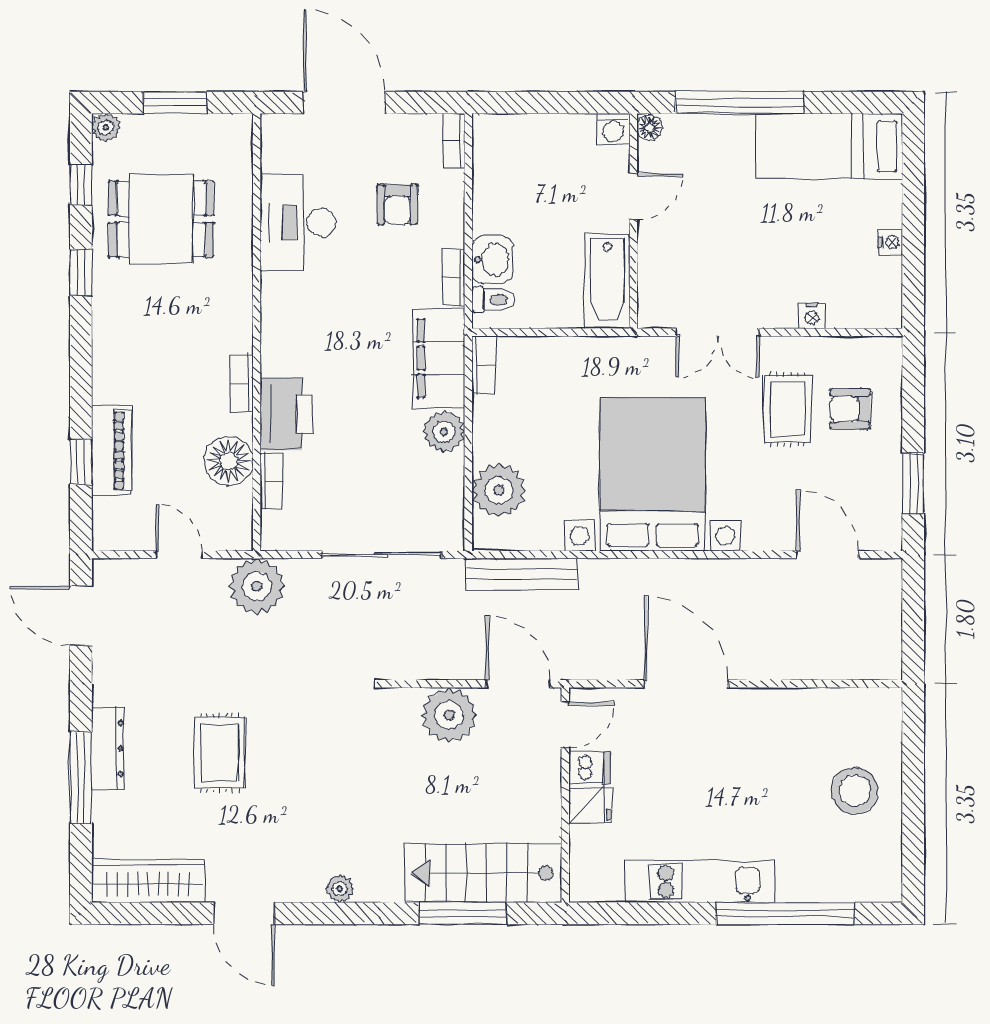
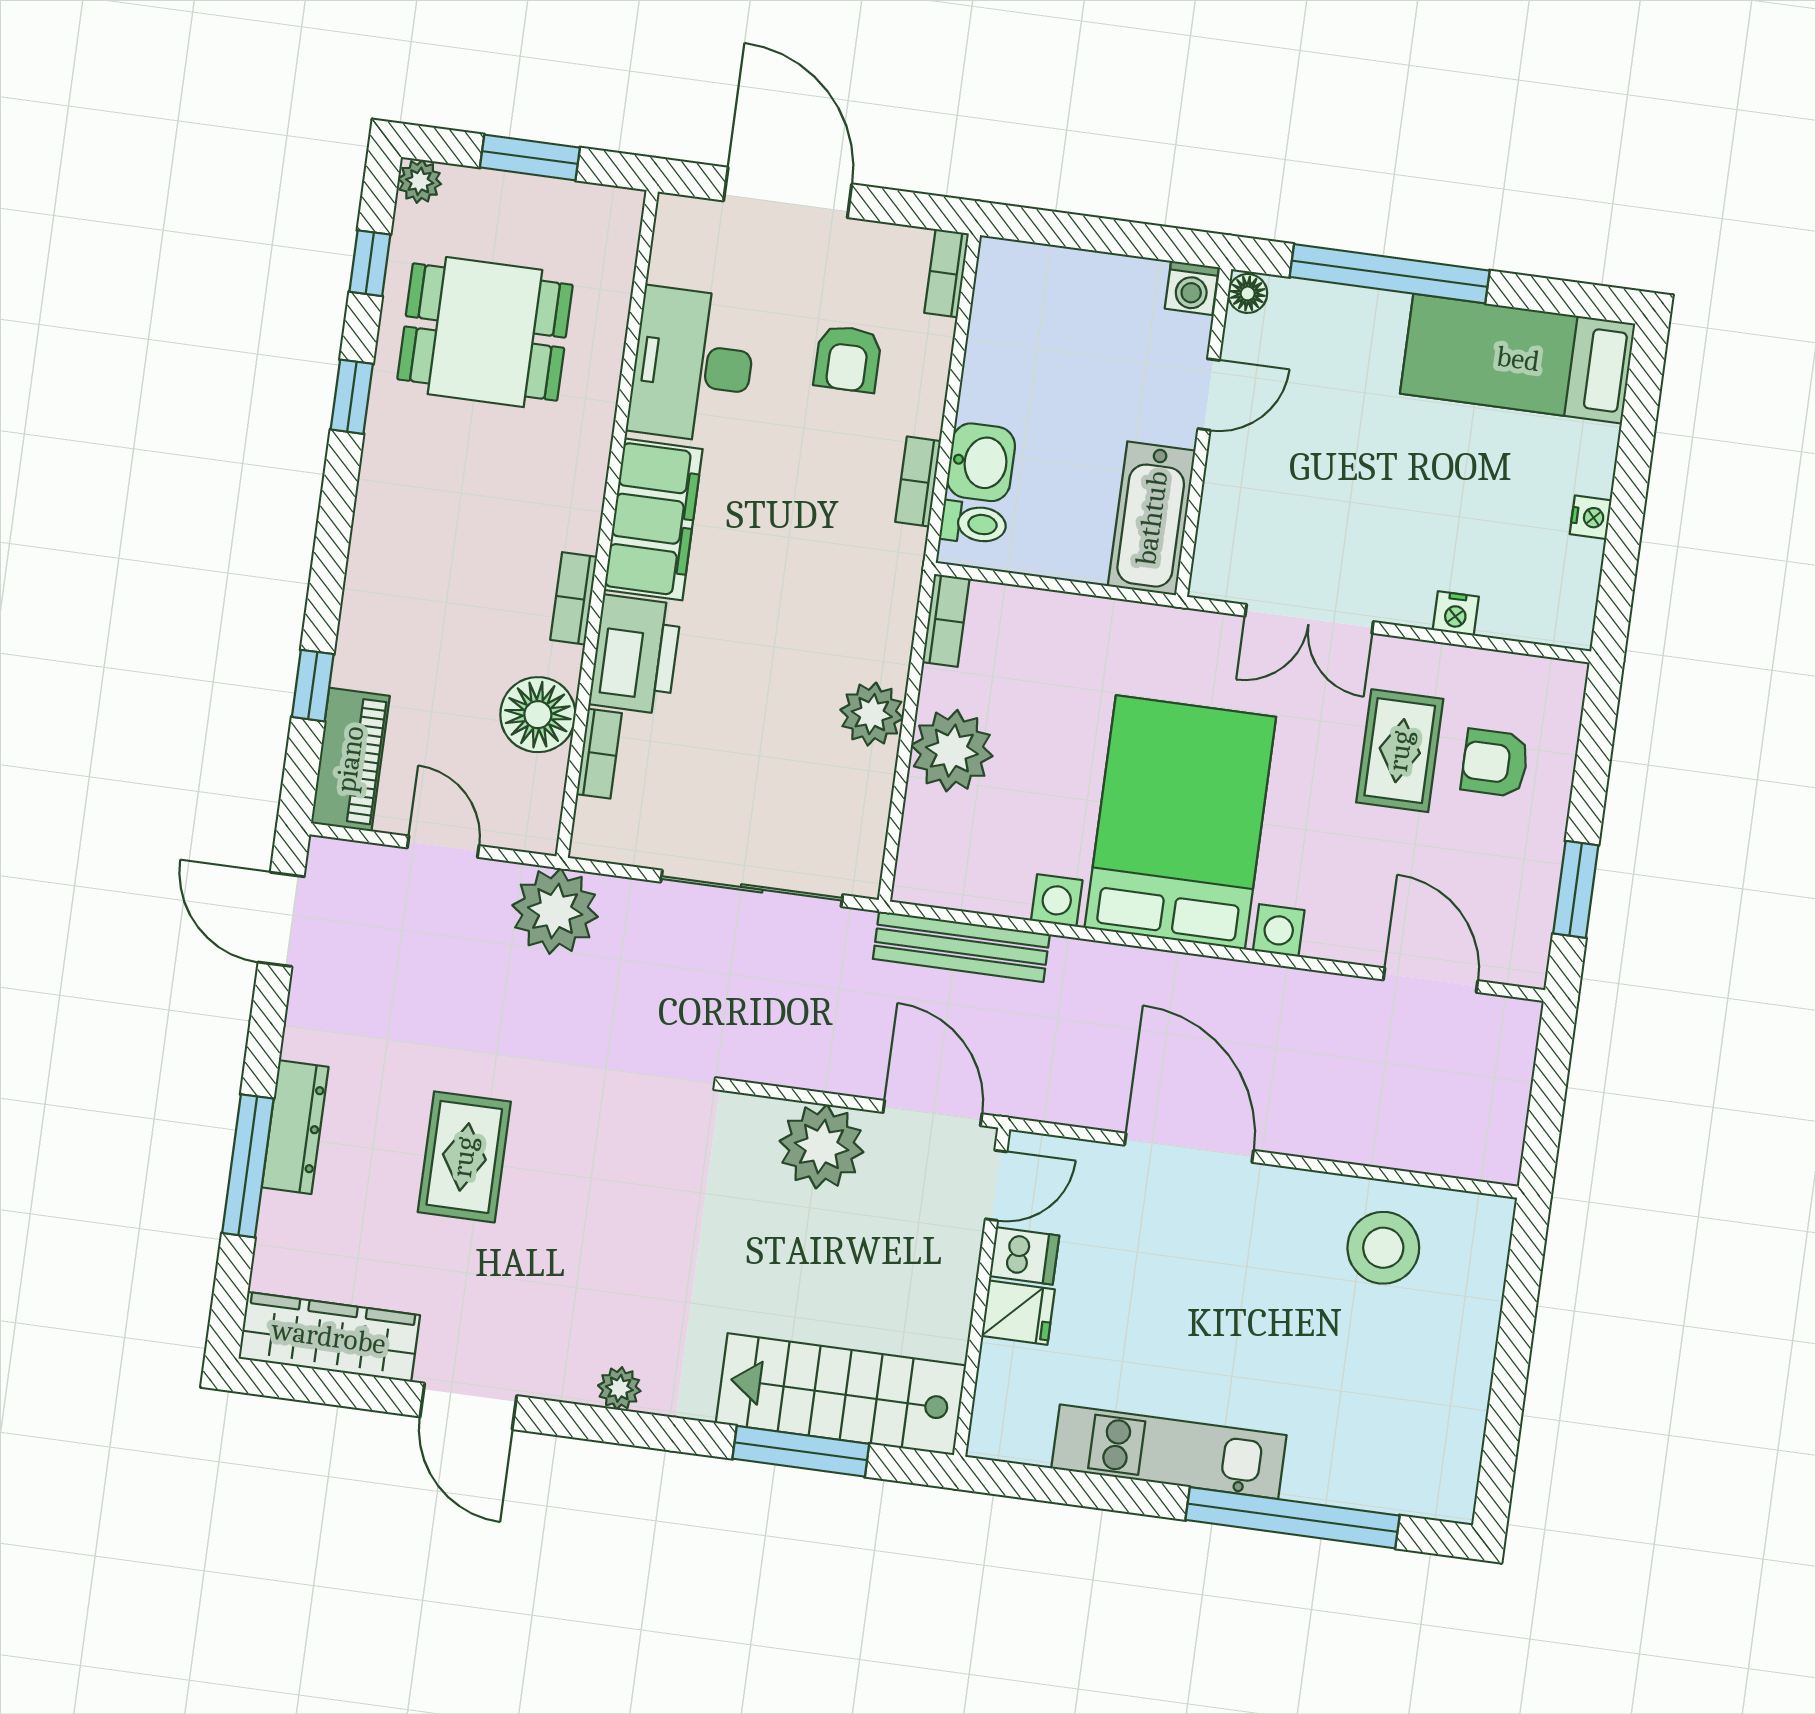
filing cabinet: (439, 358) -> (653, 519), moved, turned 180
piano: (112, 451) -> (350, 759), moved
plant: (499, 490) -> (952, 751), moved
stool: (855, 791) -> (1383, 1248), moved

